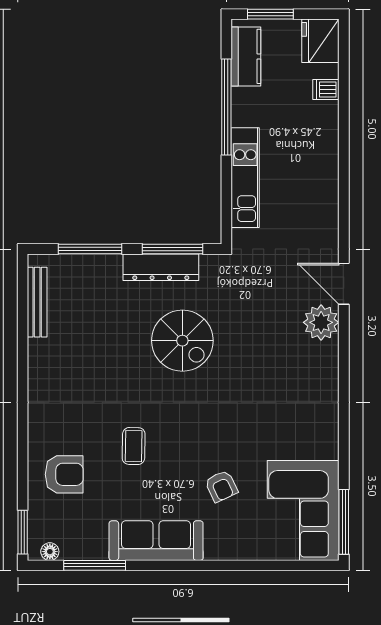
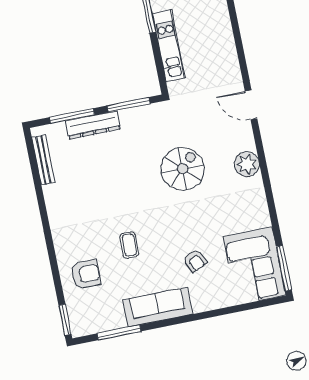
dresser: (161, 267) -> (93, 125), moved
plant: (321, 322) -> (247, 164), moved
spiral stairs: (182, 341) -> (183, 169), moved, turned -90
floor lamp: (50, 552) -> (86, 329), removed

